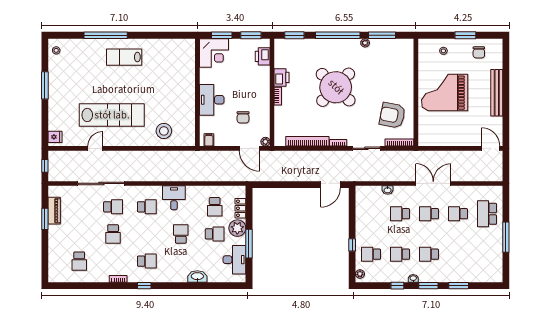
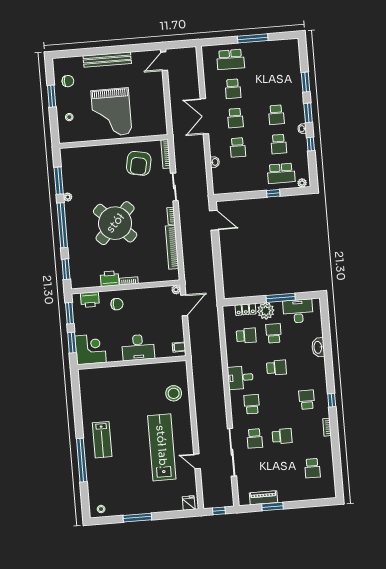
chair: (243, 117) -> (117, 304), moved
school desk: (113, 207) -> (255, 438), turned 180
school desk: (181, 234) -> (276, 368), turned 180
school desk: (371, 254) -> (281, 173), width x1.85
school desk: (79, 261) -> (312, 468), turned 90

